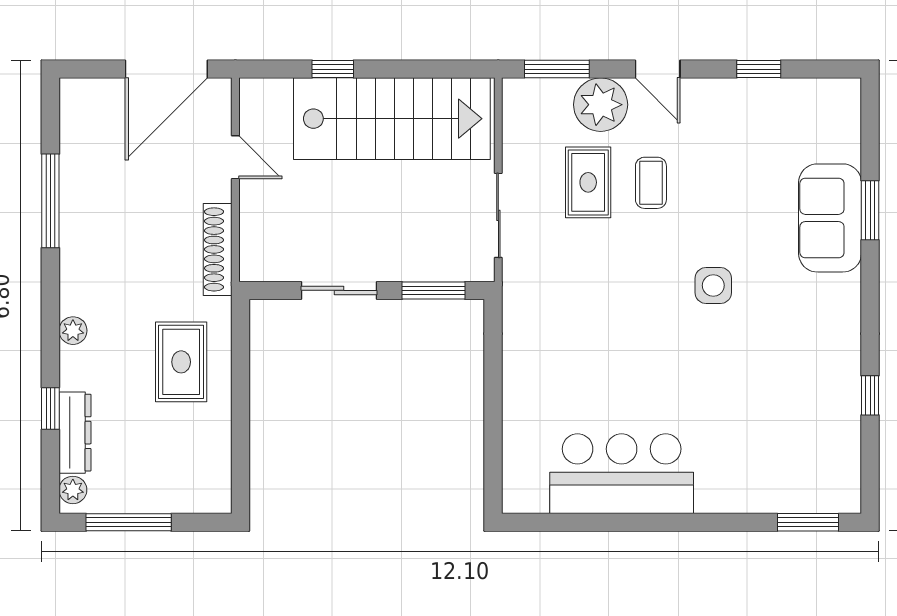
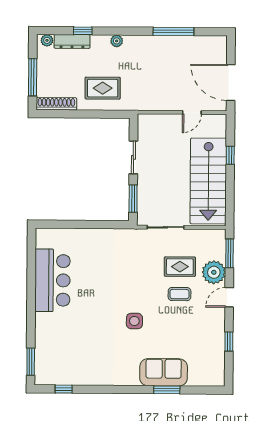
shoe rack: (218, 249) -> (56, 104), moved
window: (870, 395) -> (64, 389), moved
window: (129, 522) -> (33, 77), moved

